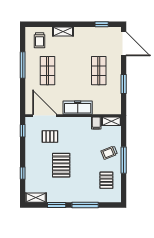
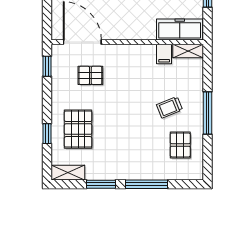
freezer: (78, 108) -> (180, 30), moved
trolley: (109, 153) -> (169, 107), moved
pallet: (61, 165) -> (78, 129), moved

